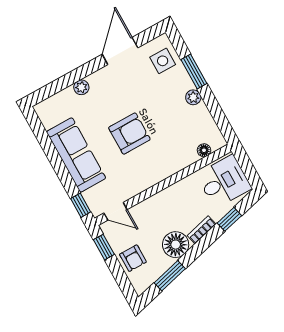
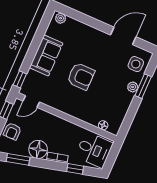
plant: (81, 87) -> (61, 18), moved
plant: (193, 97) -> (133, 87), moved
sofa: (76, 155) -> (46, 55), width x0.73
door: (116, 211) -> (31, 102), hinge flipped

